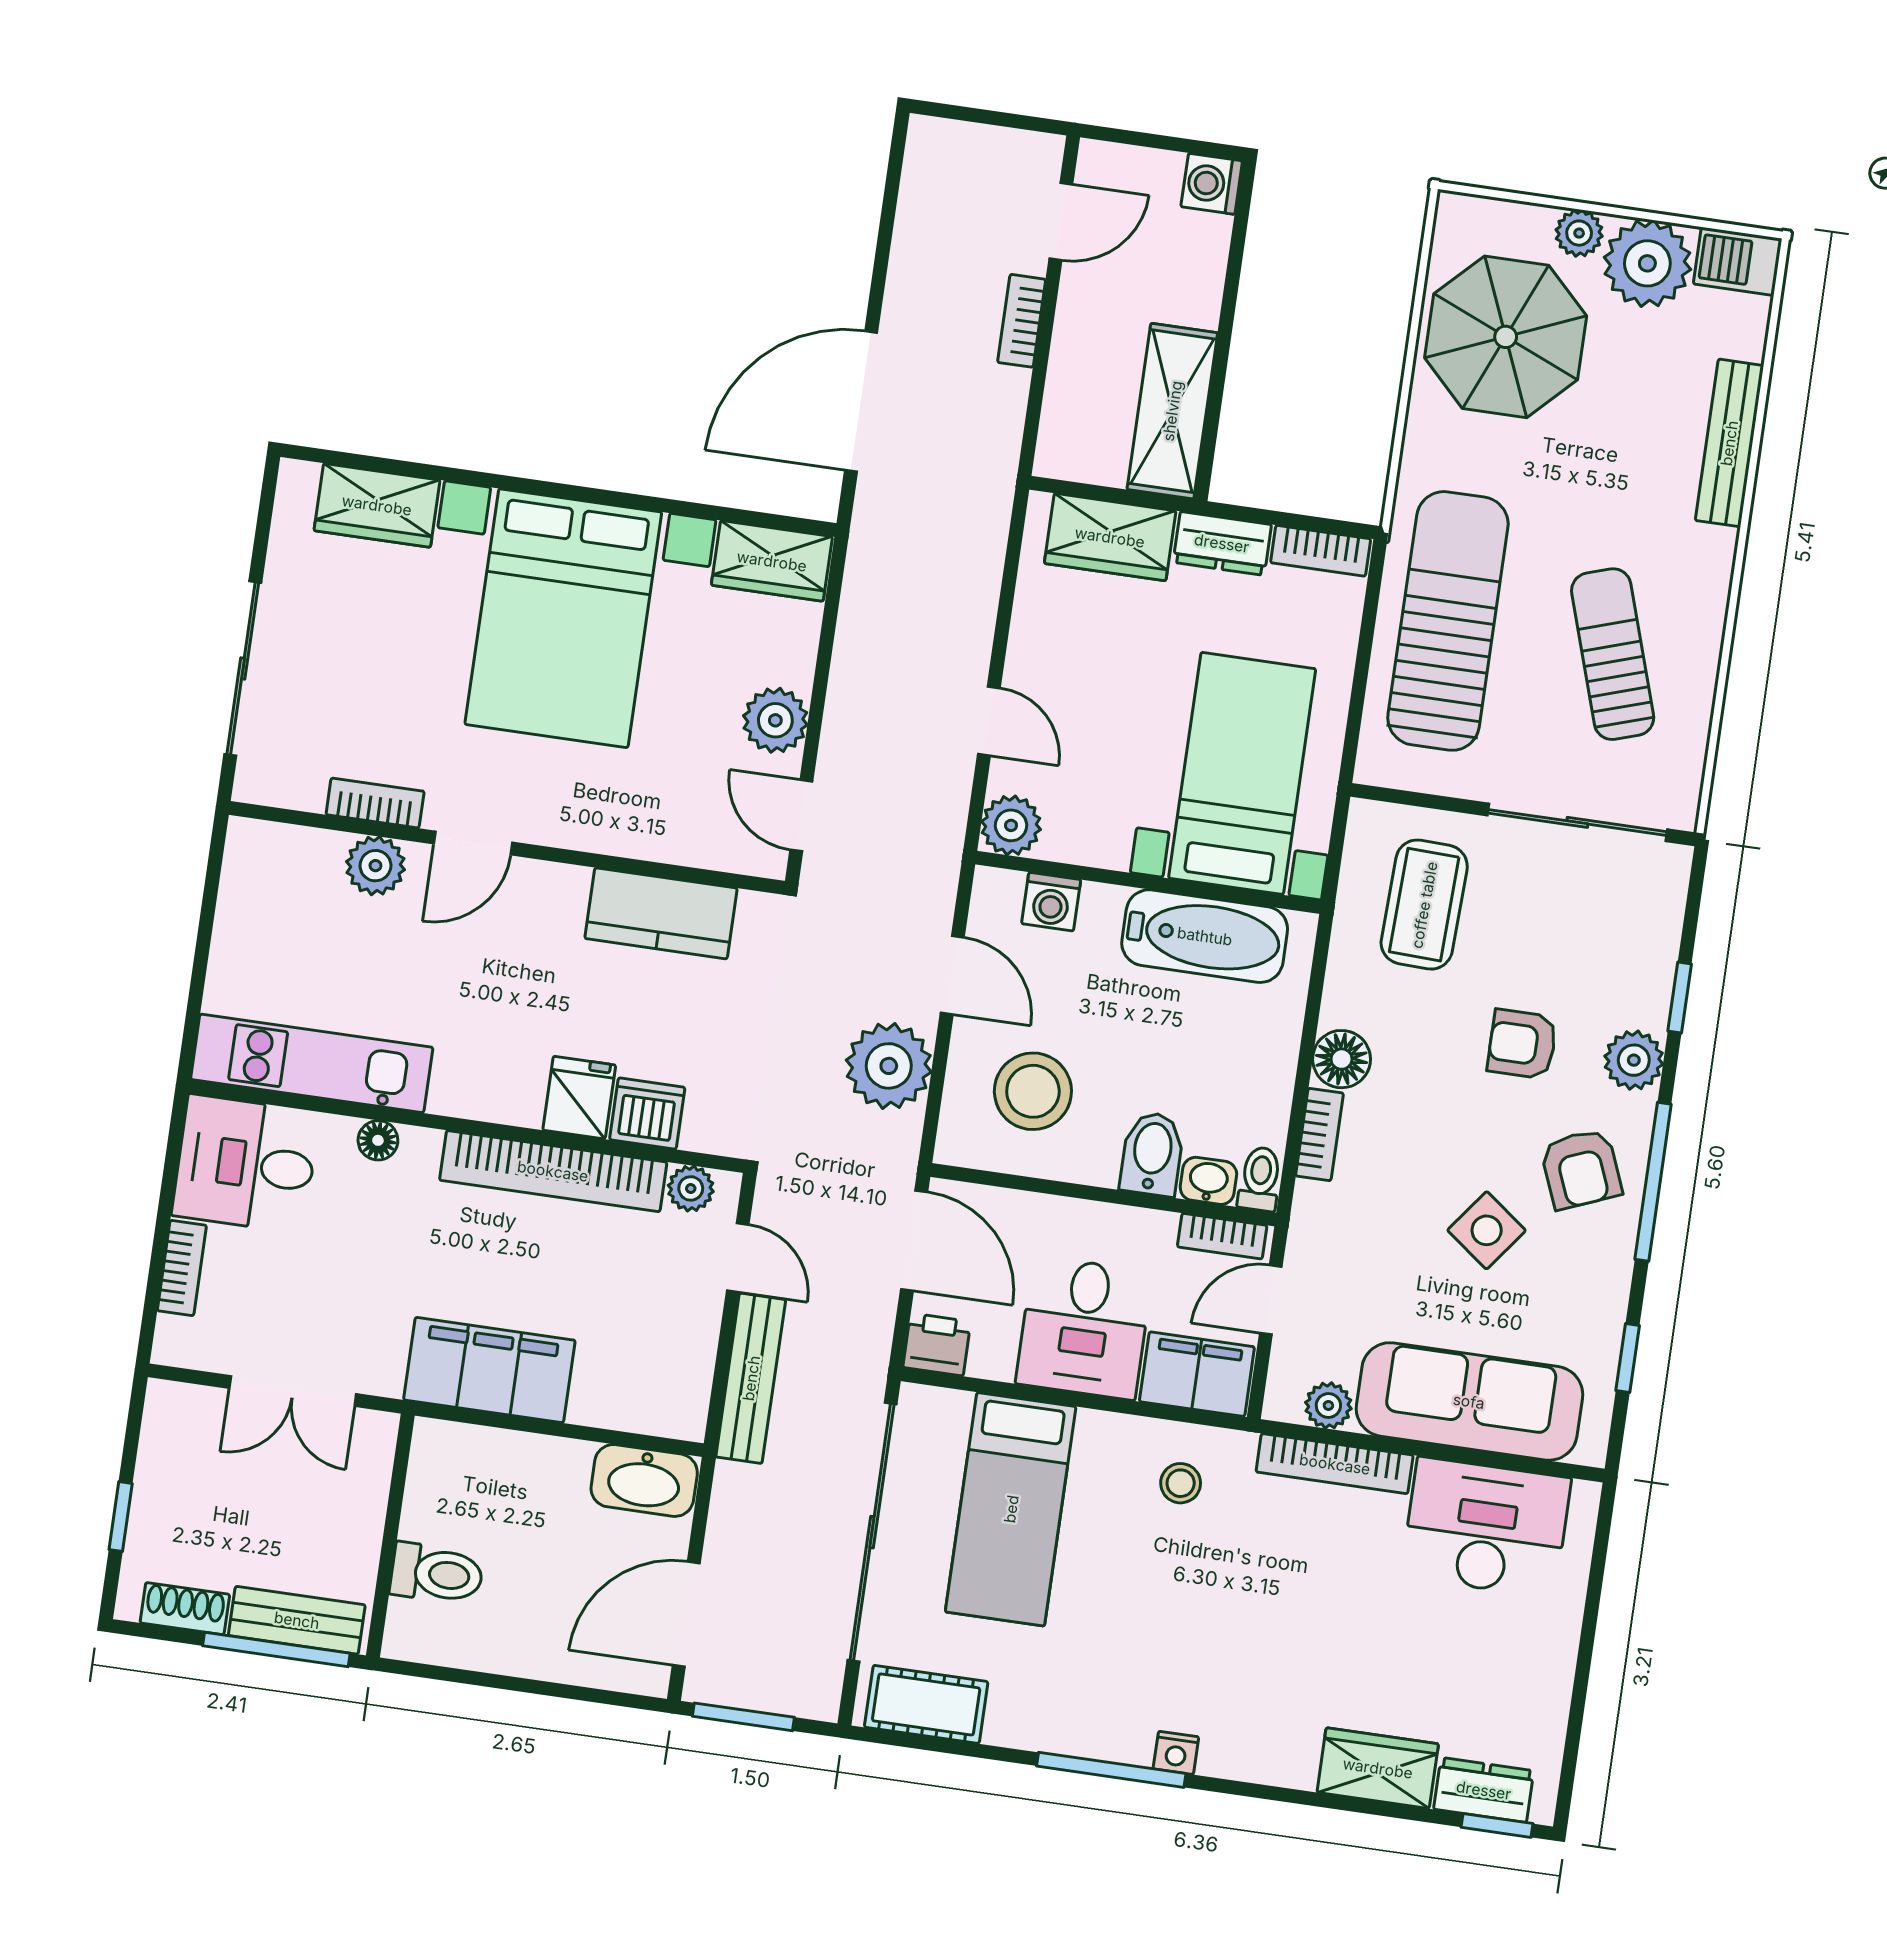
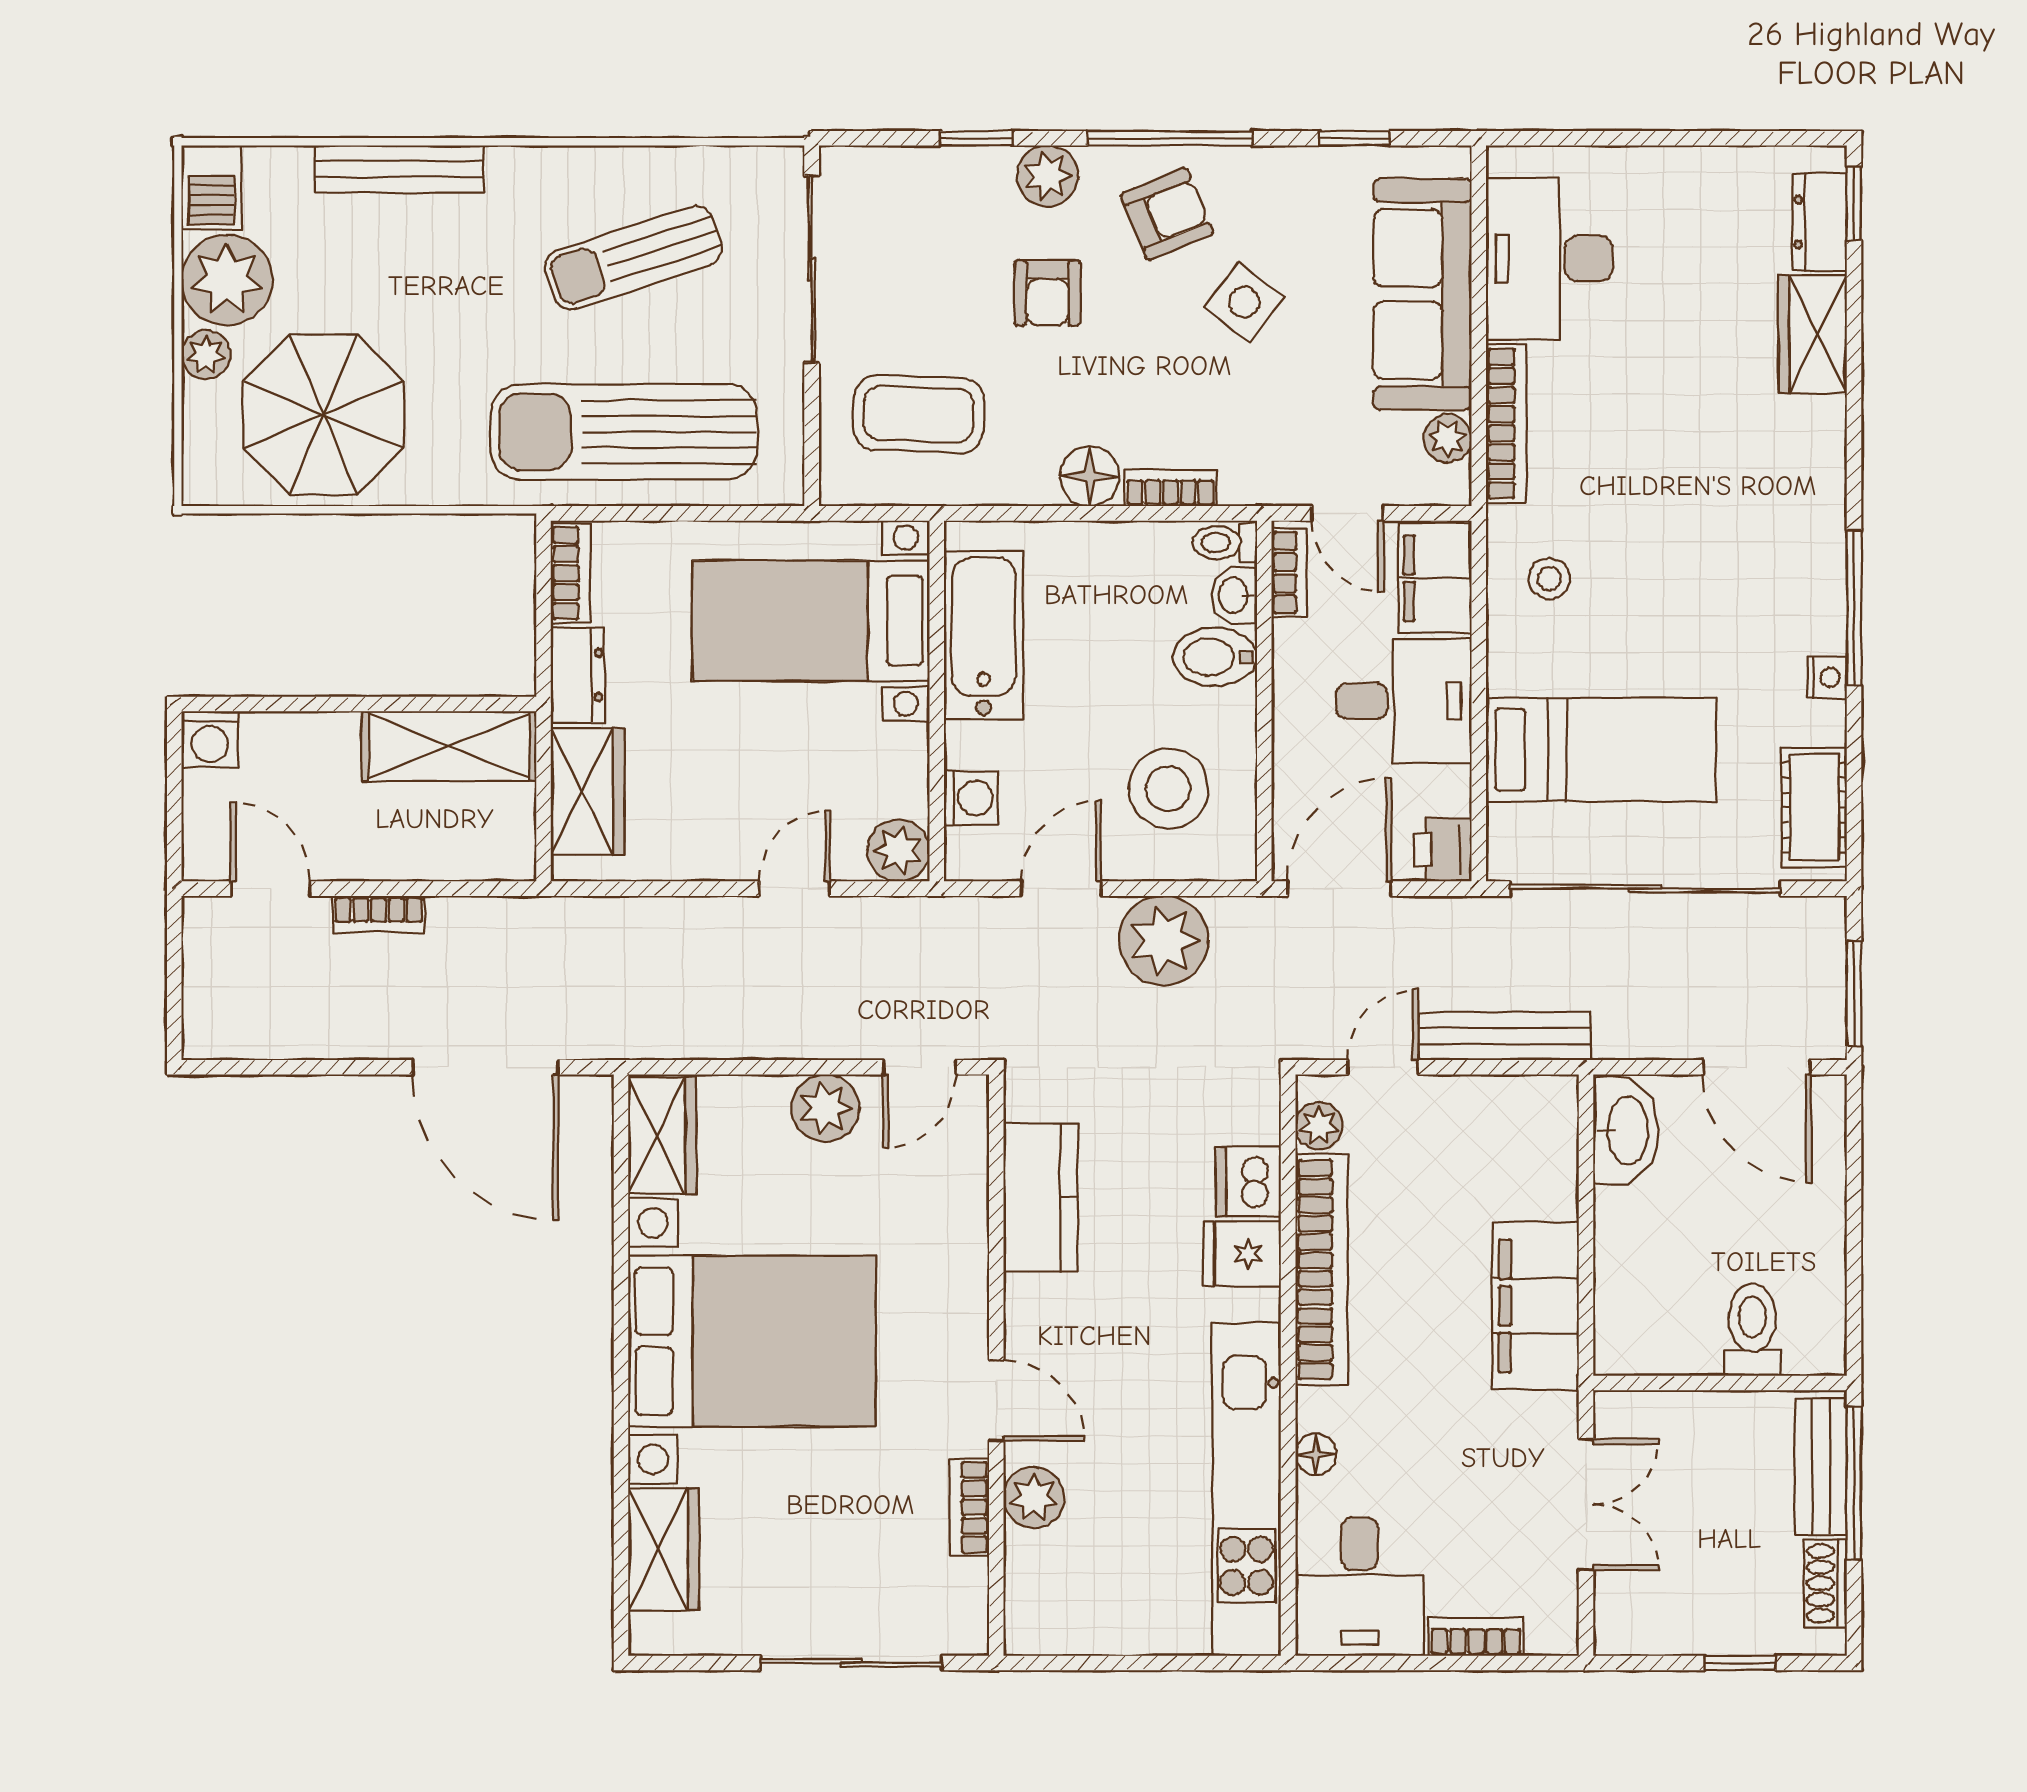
kitchen unit: (312, 1063) -> (1247, 1489), width x1.36
nightstand: (1176, 1753) -> (1827, 677), moved

